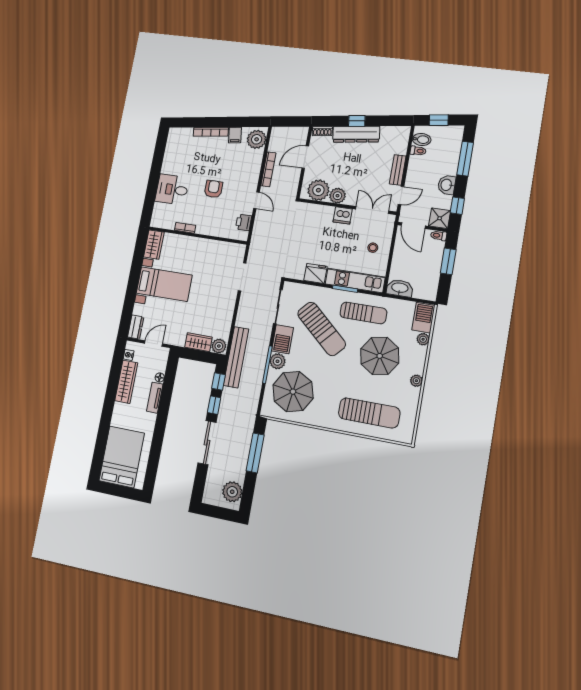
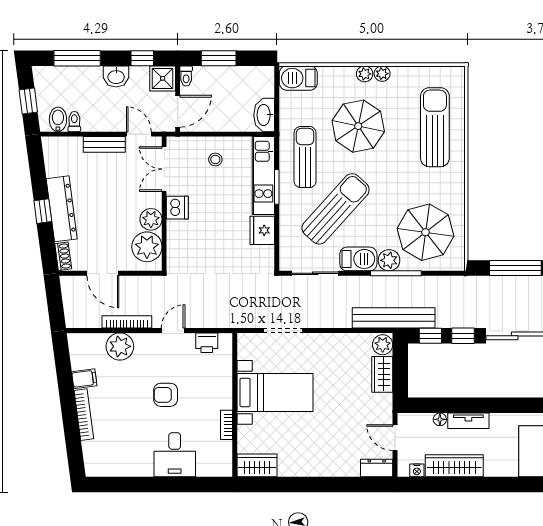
plant: (257, 139) -> (120, 346), moved
bed with nightstands: (164, 284) -> (275, 392), moved, turned 90
plant: (423, 339) -> (365, 74), moved

